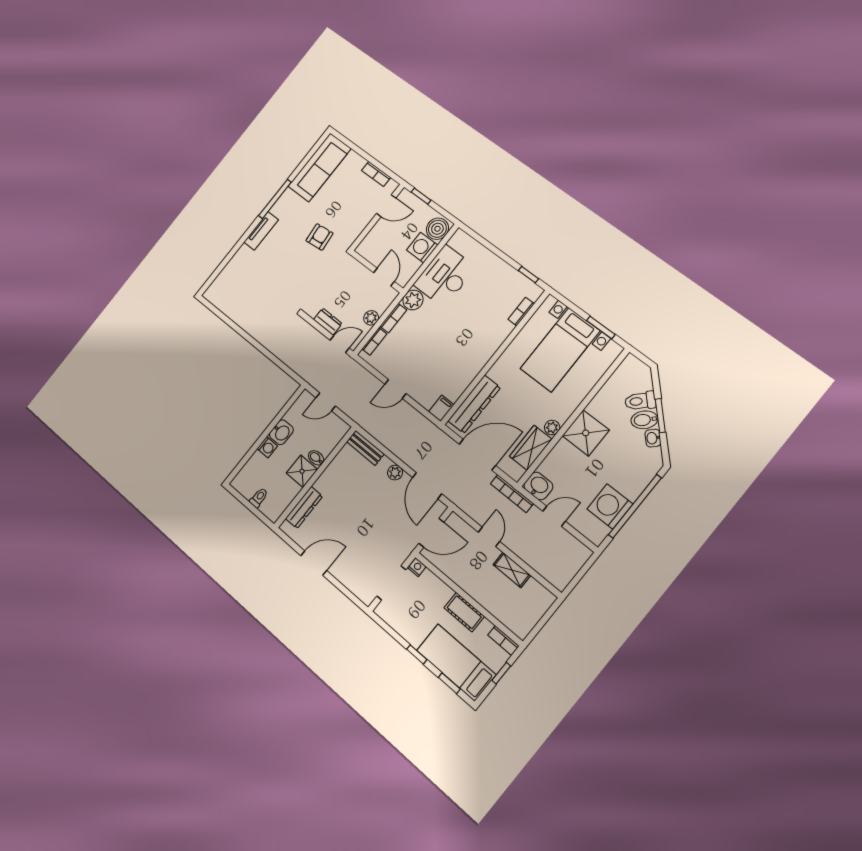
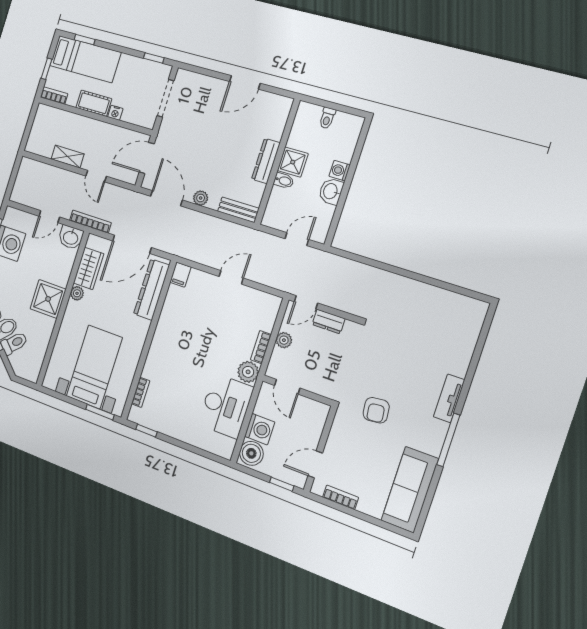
window: (601, 327) -> (100, 412), moved
bookcase: (374, 341) -> (271, 317), removed
dresser: (304, 507) -> (266, 161), moved
nightstand: (417, 567) -> (115, 113), moved
window: (417, 654) -> (154, 58), moved

